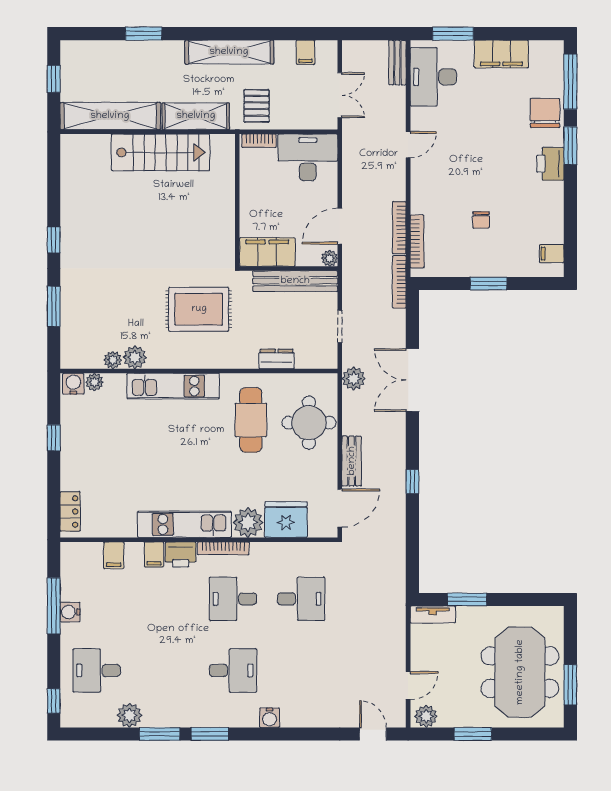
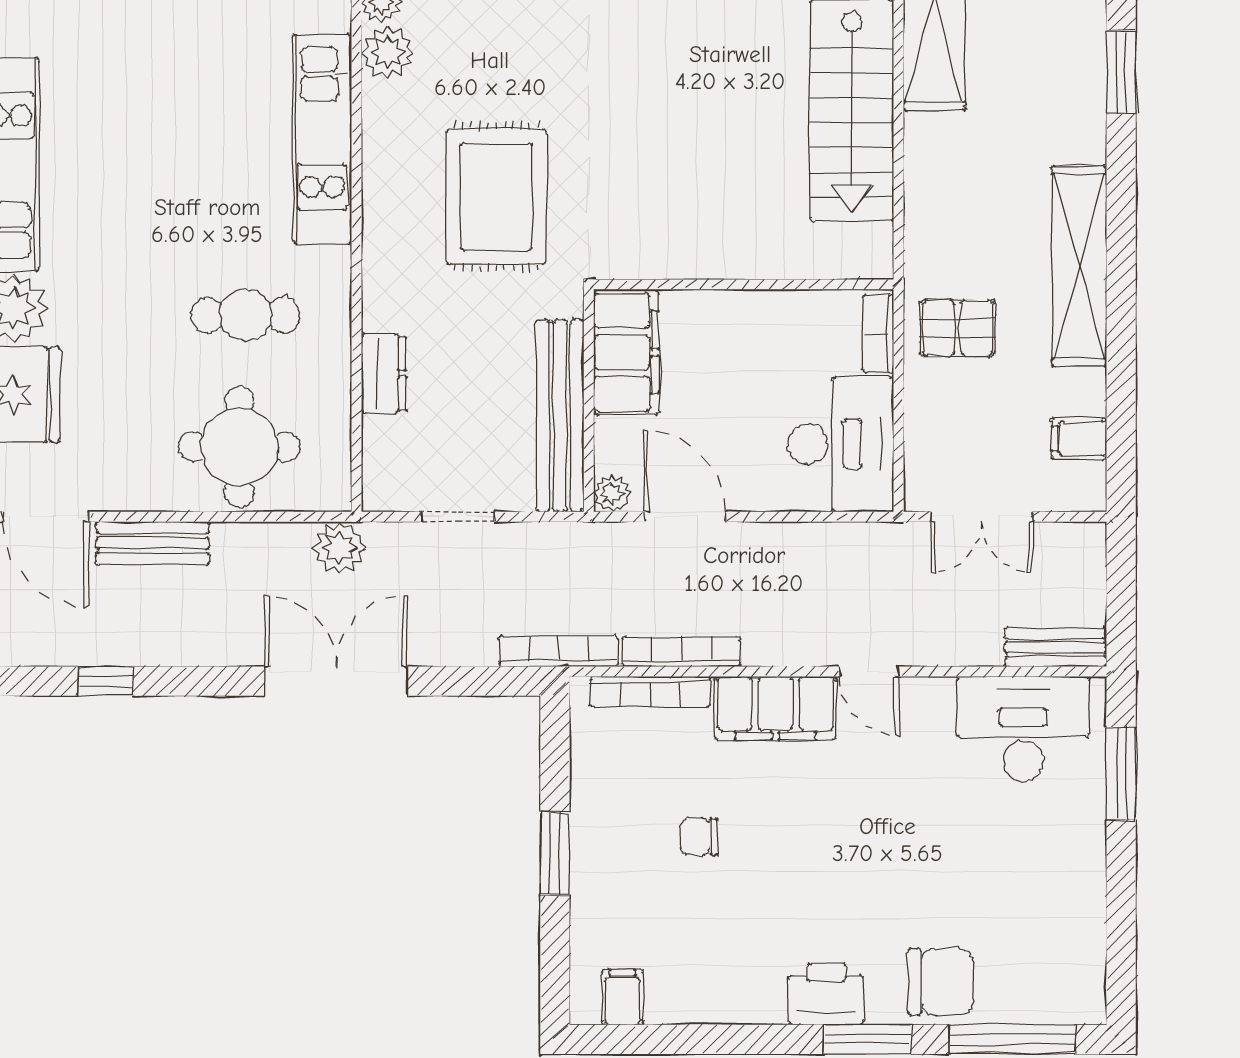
filing cabinet: (501, 54) -> (775, 708), moved, turned -90
shelving: (196, 116) -> (934, 190), removed
cafe table: (251, 420) -> (246, 315), width x0.73, depth x0.74

